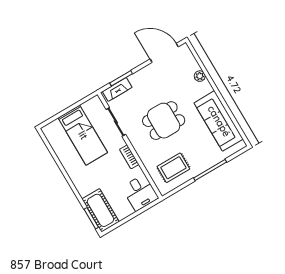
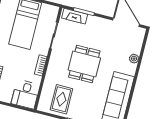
dining table: (164, 121) -> (84, 64), turned 90
rug: (173, 168) -> (61, 99), turned 90

